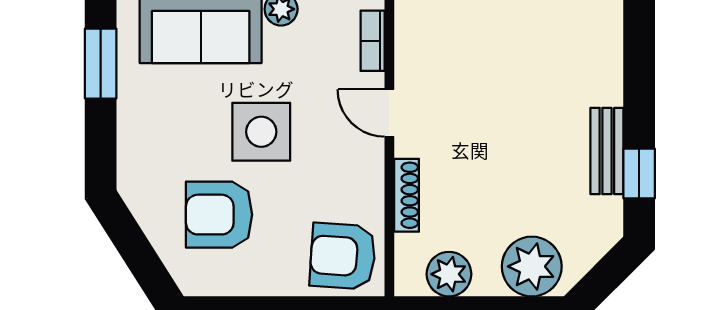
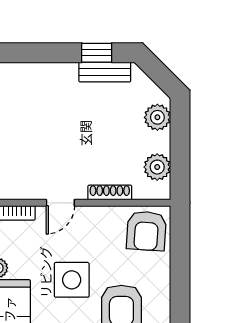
bench: (607, 151) -> (105, 72), moved
plant: (532, 266) -> (157, 117), width x0.73, depth x0.73

